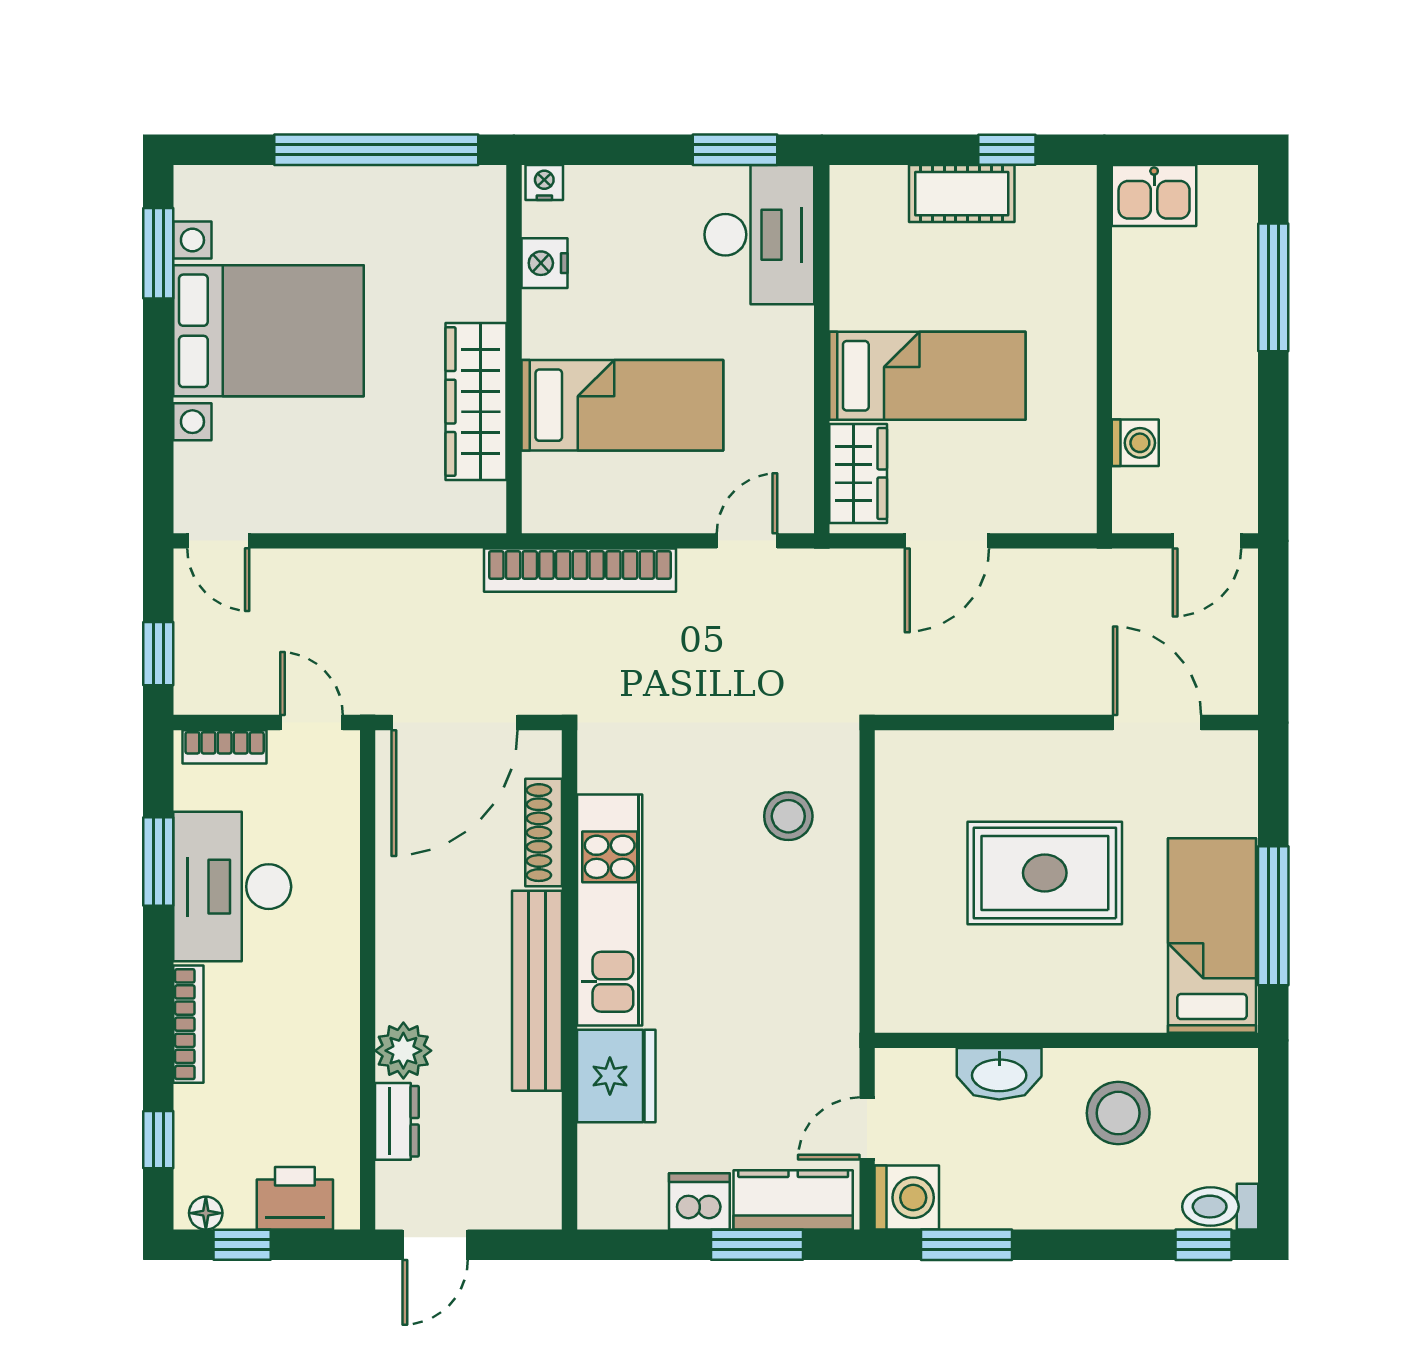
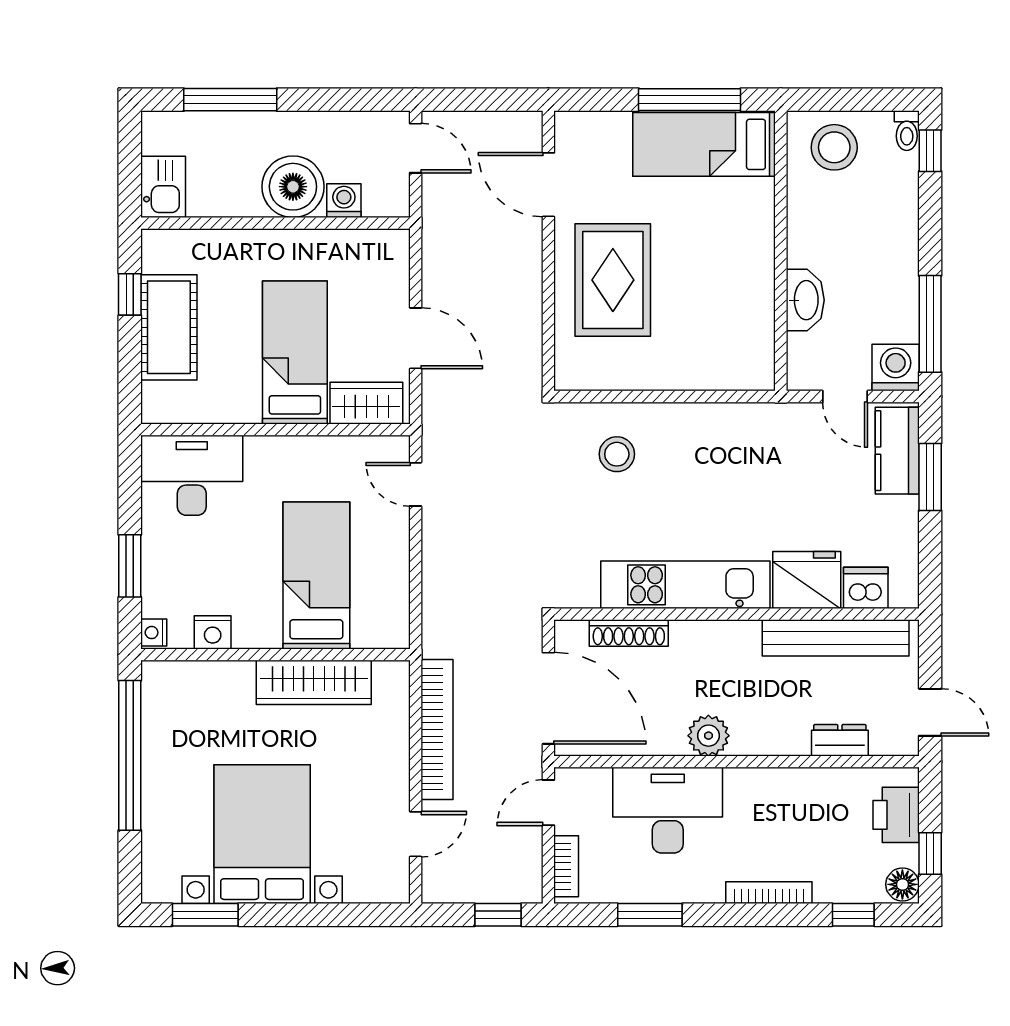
window: (735, 150) -> (130, 566), moved
cot: (962, 194) -> (169, 327), width x1.37, depth x1.34
boiler: (1154, 373) -> (293, 187), added
door: (218, 541) -> (416, 834), moved
bookcase: (580, 570) -> (437, 729), moved
door: (1157, 723) -> (548, 185), hinge flipped
rug: (1045, 873) -> (613, 280), moved
desk: (232, 887) -> (668, 810), moved, turned 180
bench: (537, 991) -> (836, 638), moved
plant: (403, 1051) -> (708, 736), moved
stool: (1118, 1113) -> (834, 147), moved
dishwasher: (699, 1201) -> (866, 588), moved, turned 90
toilet: (1220, 1207) -> (907, 131), width x0.73, depth x0.72
floor lamp: (206, 1213) -> (902, 884), width x1.37, depth x1.37
window: (966, 1245) -> (930, 324), width x1.44

